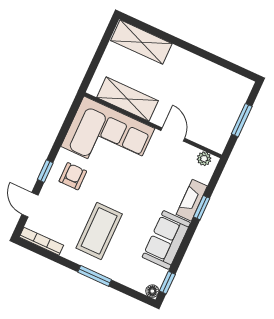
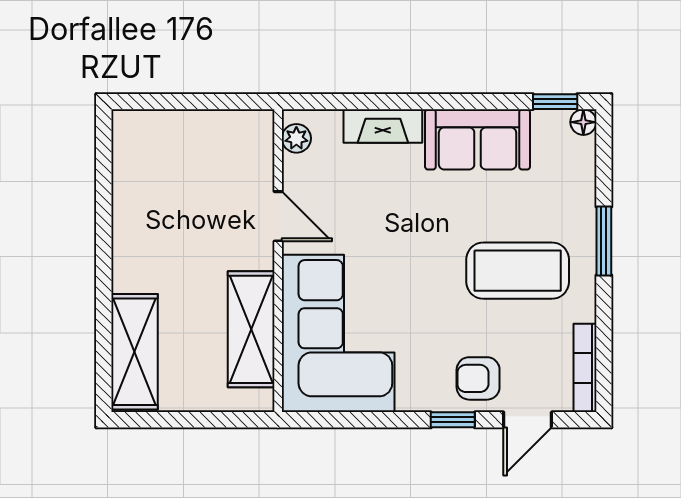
window: (242, 120) -> (194, 102), removed
door: (173, 134) -> (278, 216), swing flipped
armchair: (73, 176) -> (478, 378), moved
window: (202, 208) -> (388, 102), removed

